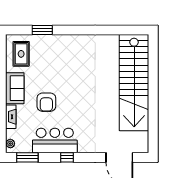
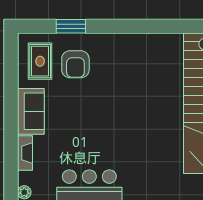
armchair: (46, 102) -> (75, 64), moved

